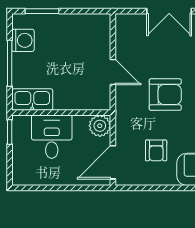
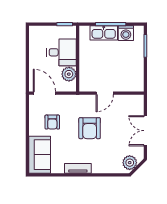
kitchen sink: (32, 100) -> (104, 33), moved, turned 90
plant: (100, 126) -> (69, 74), moved
armchair: (156, 150) -> (52, 122), turned -90

